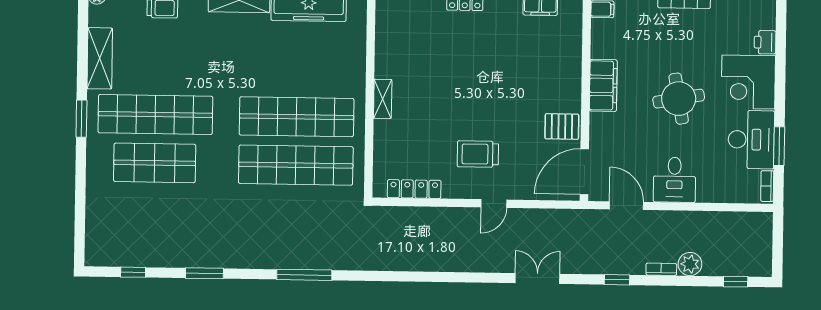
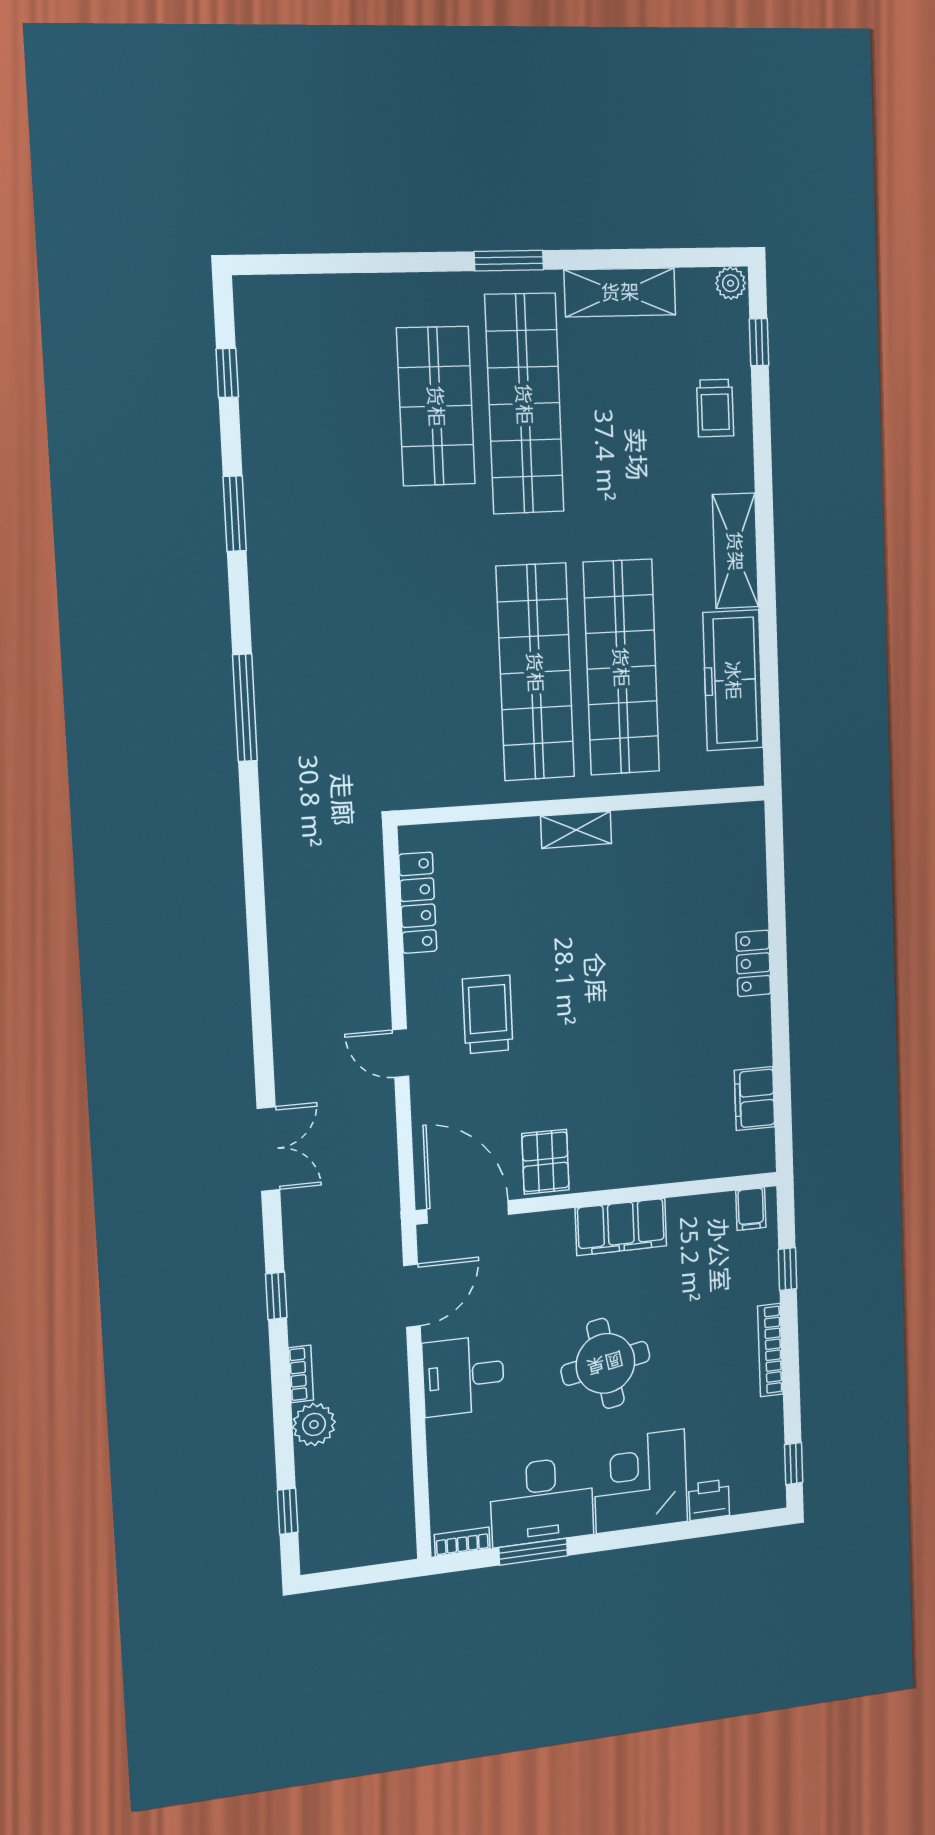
shop shelf: (296, 165) -> (621, 667), moved

